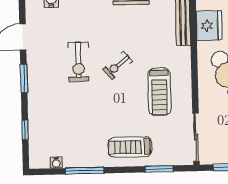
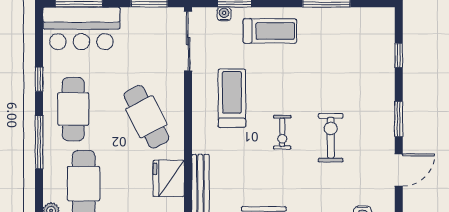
exercise bike: (118, 65) -> (282, 132), turned 130
water cooler: (56, 163) -> (224, 14), moved

